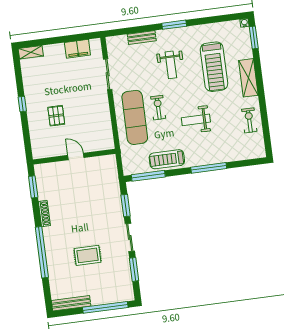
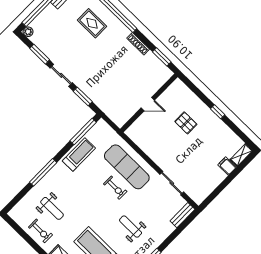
bench: (142, 38) -> (182, 215), moved
filing cabinet: (77, 49) -> (227, 166), moved, width x0.50
weight bench: (196, 120) -> (52, 208), moved, turned 90
rug: (88, 255) -> (92, 23), moved, turned 90
plant: (129, 296) -> (28, 32), added

